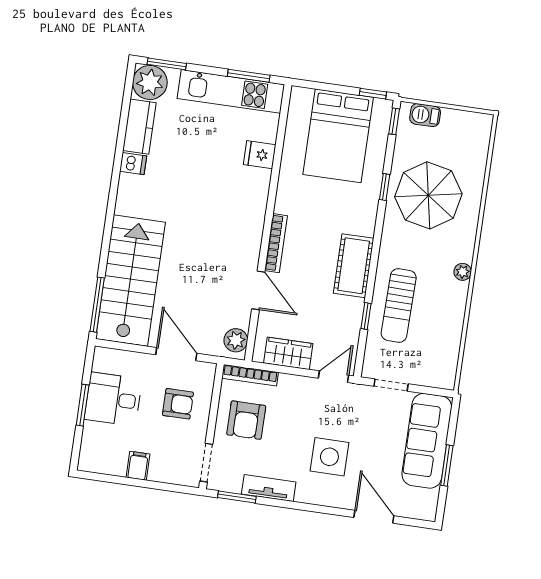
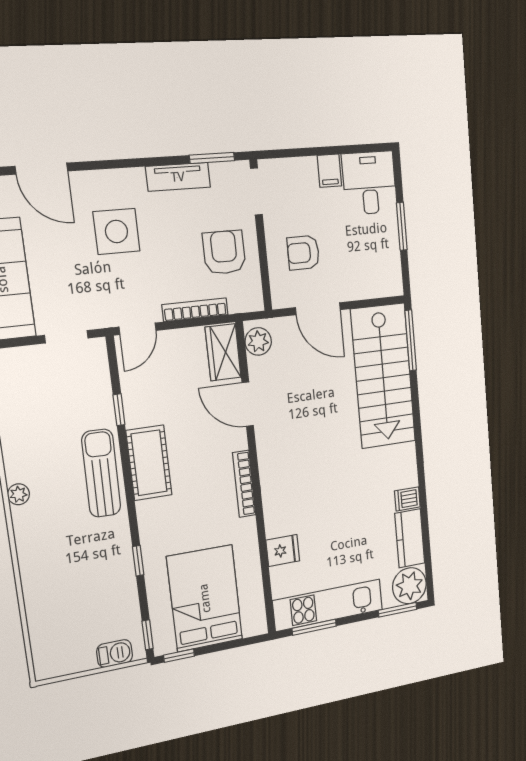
parasol: (428, 195) -> (85, 568), removed
bookcase: (276, 243) -> (244, 484), moved
sun lounger: (399, 305) -> (101, 473), moved
wardrobe: (288, 353) -> (223, 352), moved, turned 90
bookcase: (250, 375) -> (195, 310), moved
desk: (113, 399) -> (369, 183), moved, turned -90

